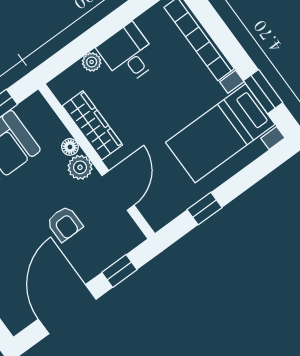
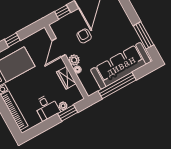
window: (80, 47) -> (68, 113), added
wardrobe: (92, 125) -> (66, 78), width x0.67
window: (205, 209) -> (12, 40), moved

